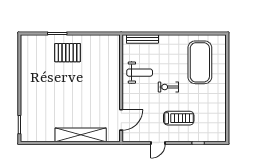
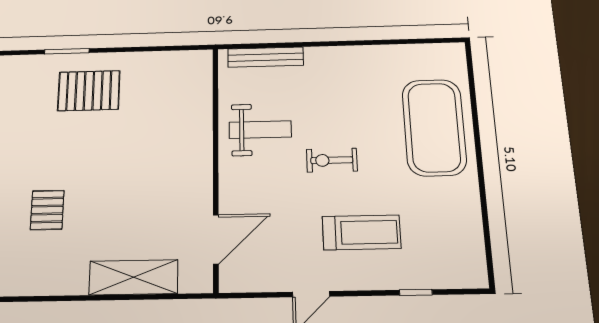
exercise mat: (200, 62) -> (434, 127), moved
pallet: (53, 106) -> (47, 210), added
shelving: (81, 135) -> (133, 277), width x0.68

